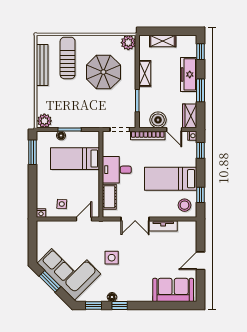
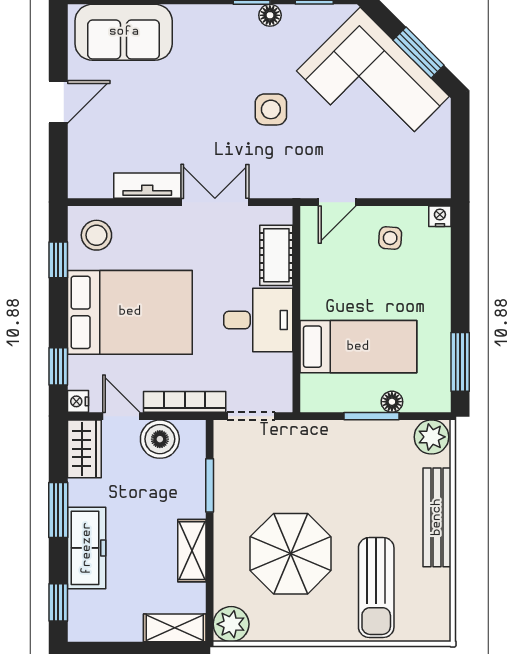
shelving: (163, 41) -> (175, 628), moved
bench: (42, 65) -> (437, 517), moved
bed: (171, 179) -> (130, 312), width x1.50

